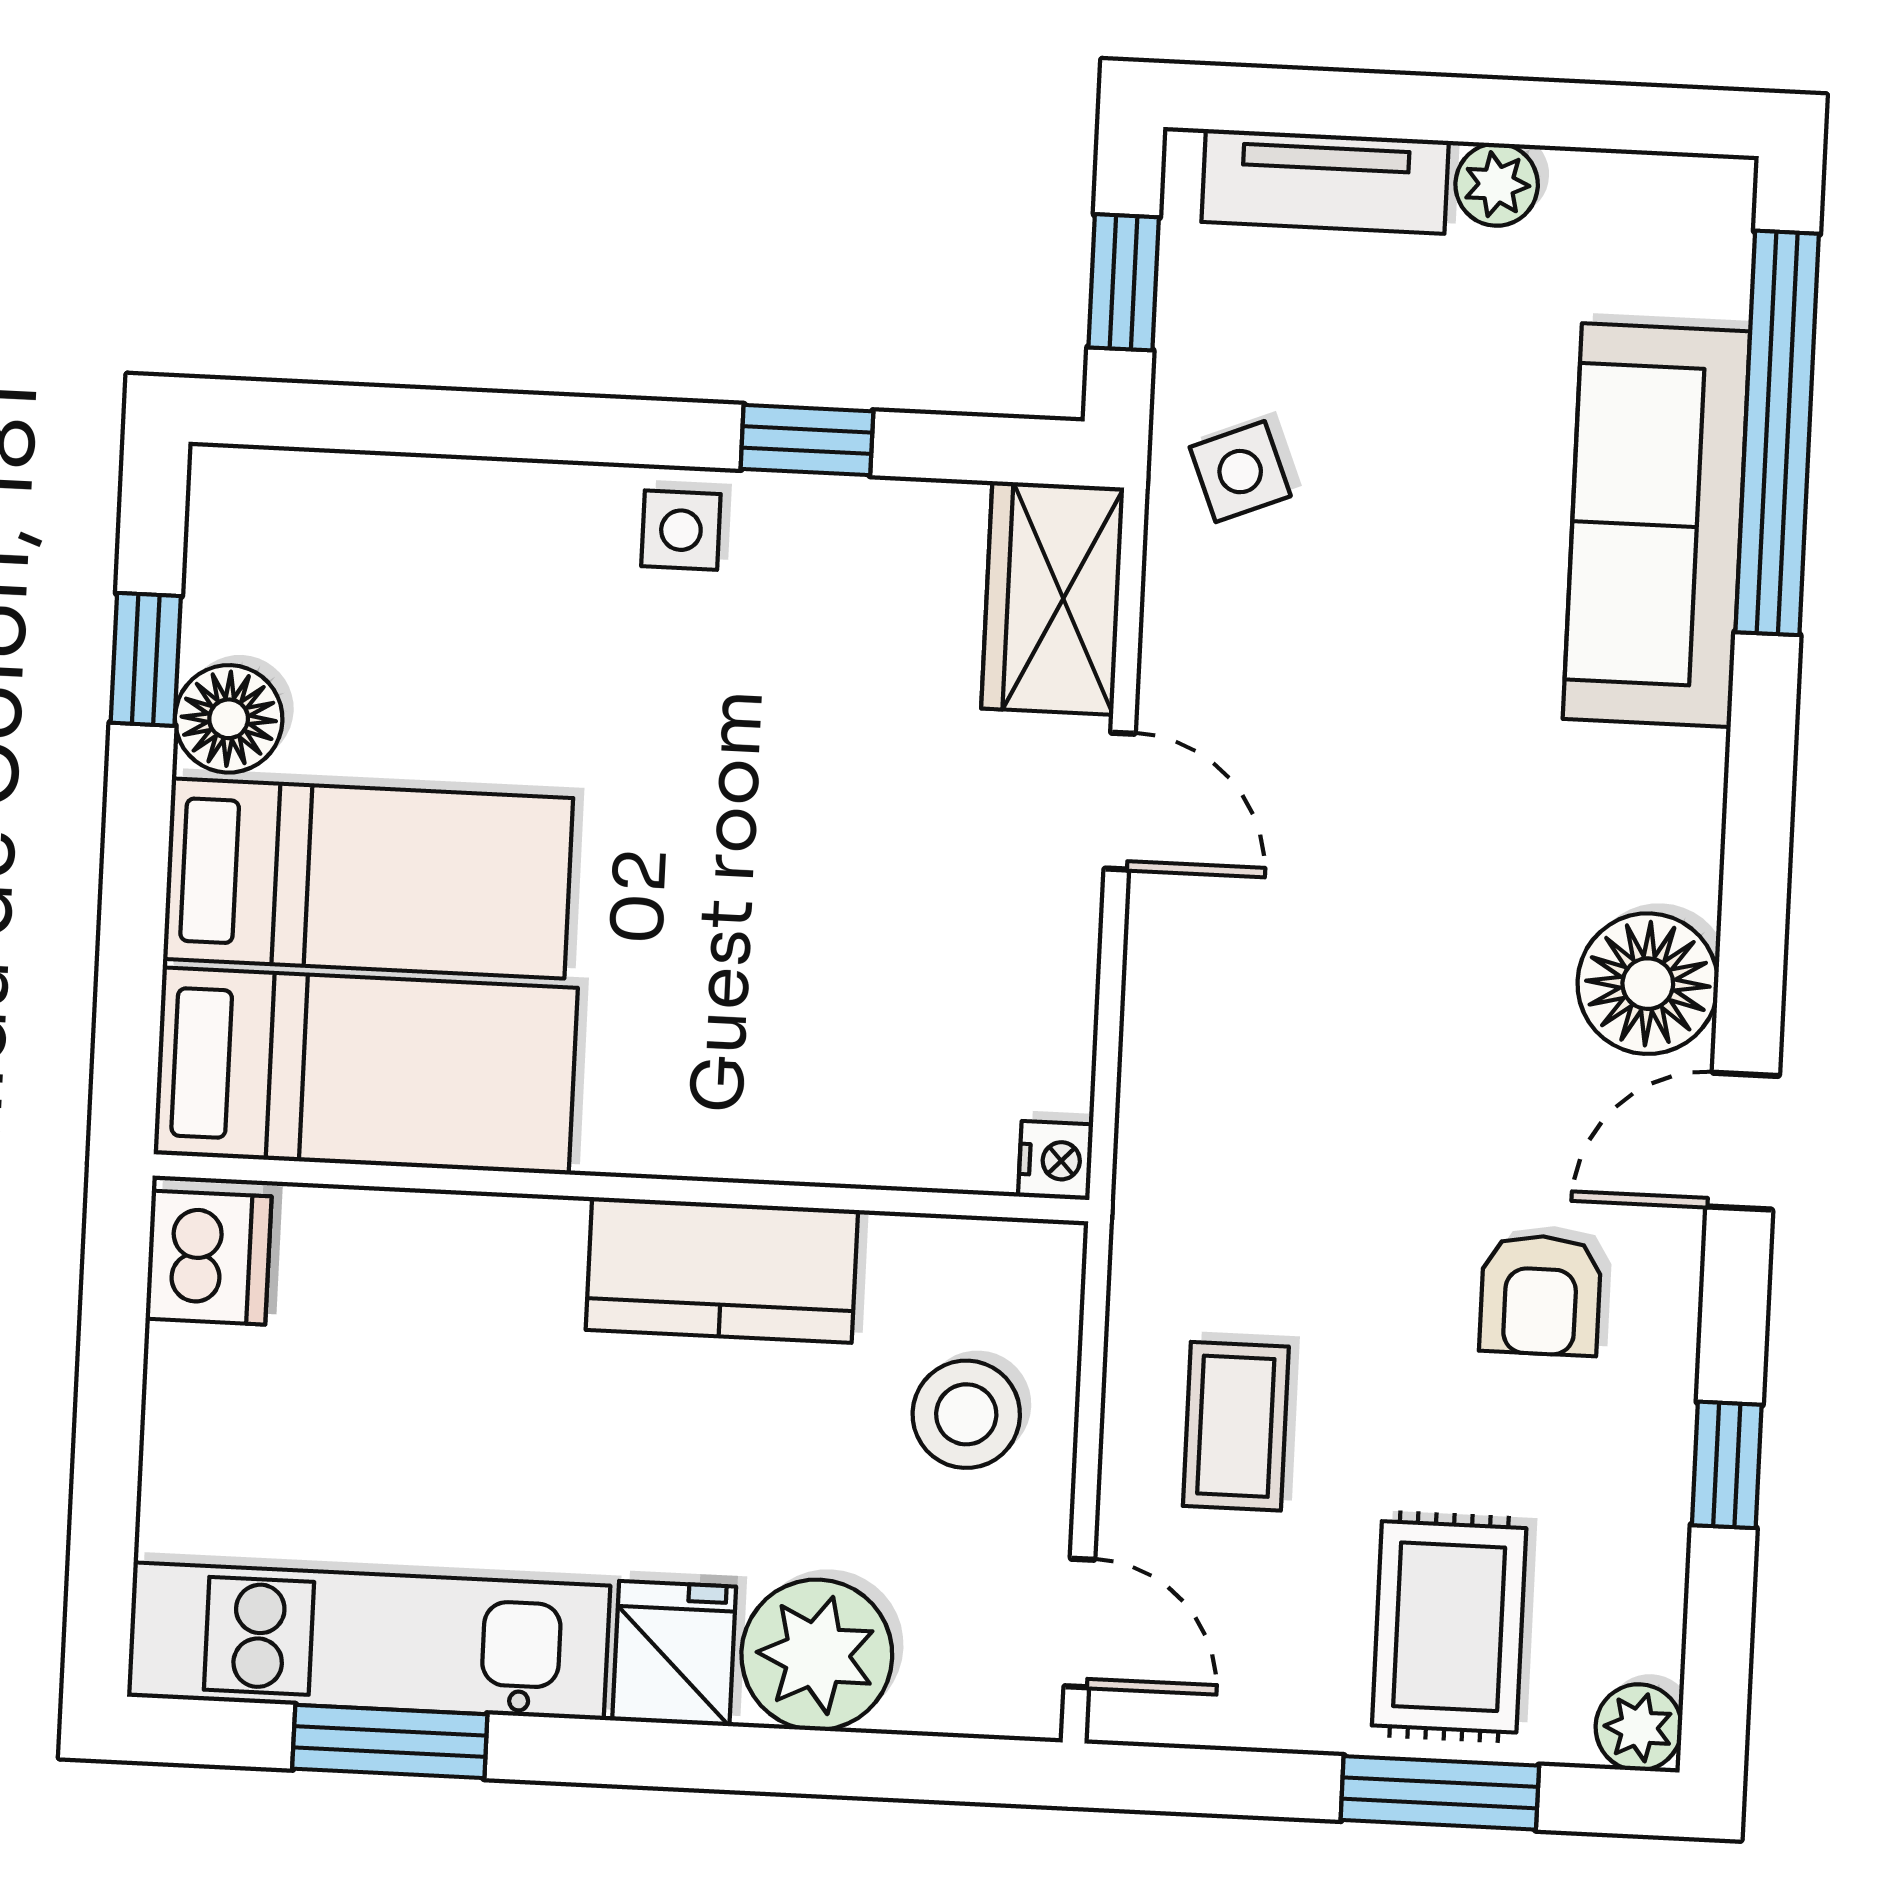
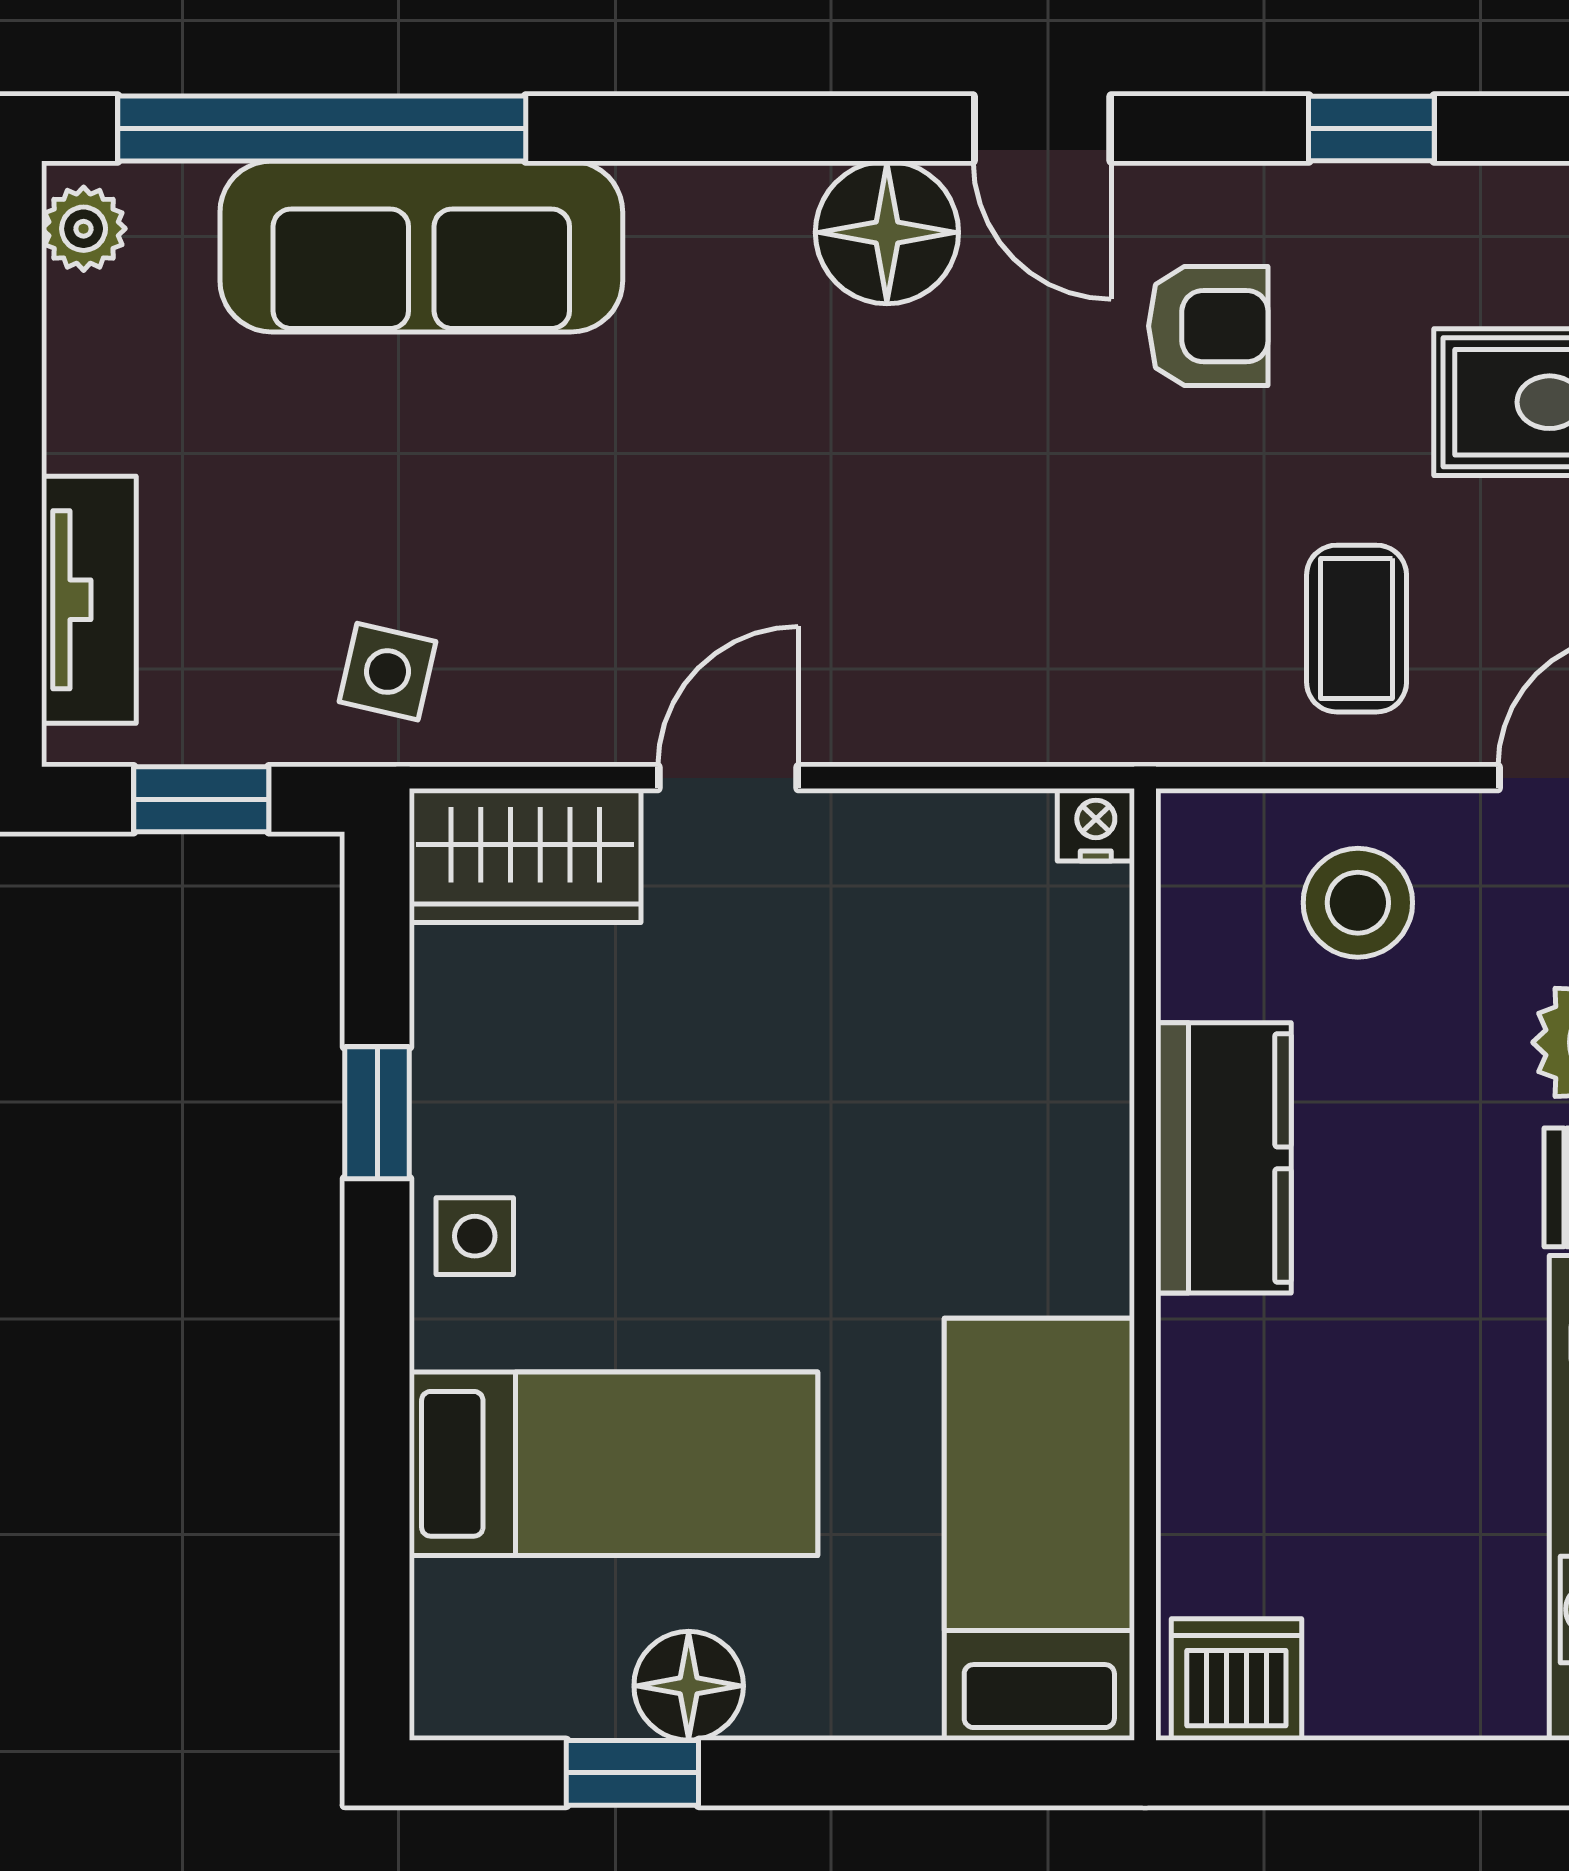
plant: (1497, 185) -> (84, 229), moved
side table: (1240, 472) -> (387, 672), turned 35
bed: (368, 879) -> (614, 1464), moved, turned 90
coffee table: (1236, 1426) -> (1357, 629), turned 90

